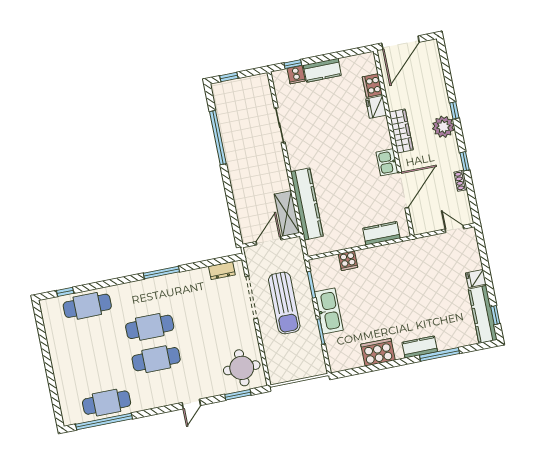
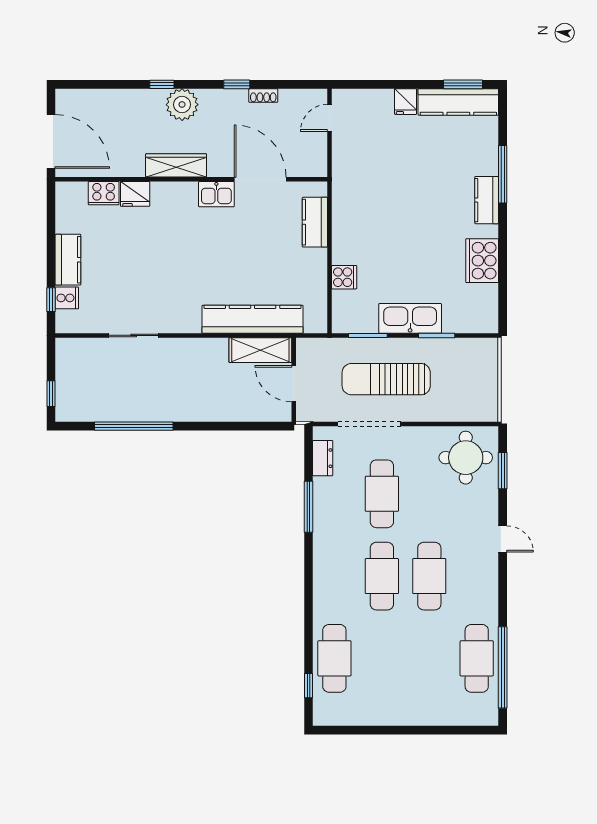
window: (161, 273) -> (308, 507), moved
sun lounger: (284, 303) -> (386, 379), turned 180
window: (495, 315) -> (463, 84), width x1.50
cafe table: (206, 316) -> (382, 494), added

